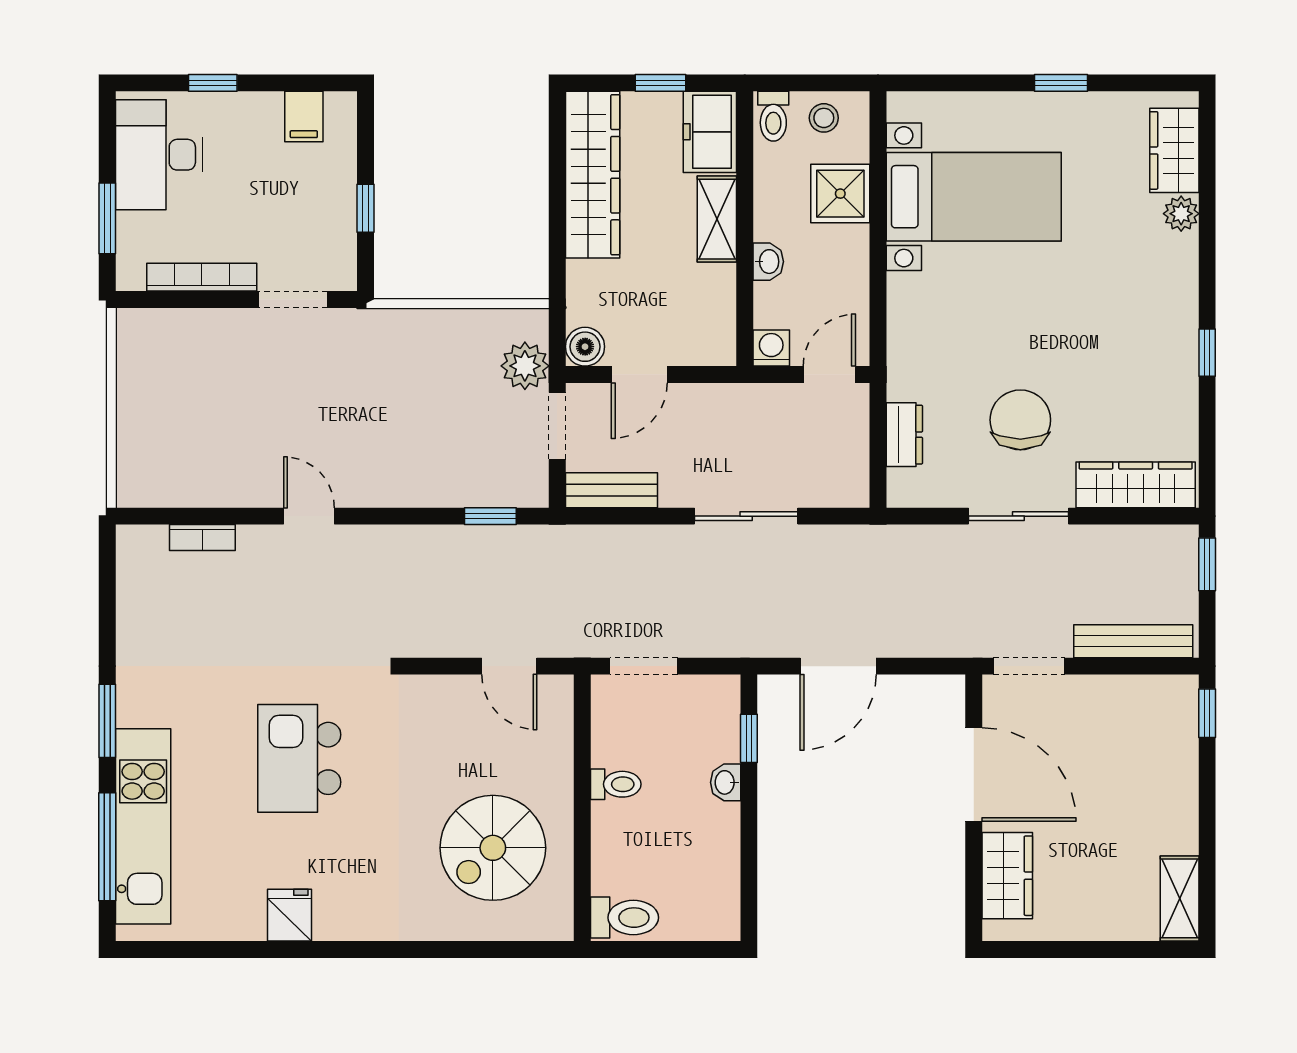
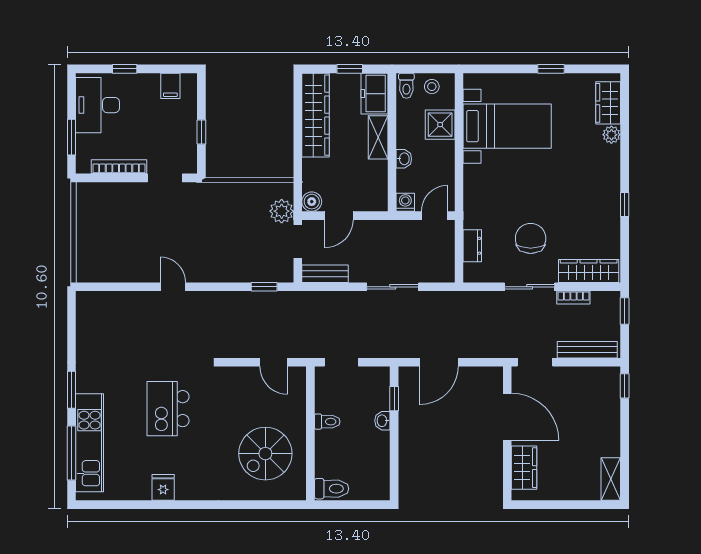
bookcase: (202, 538) -> (573, 298), moved

